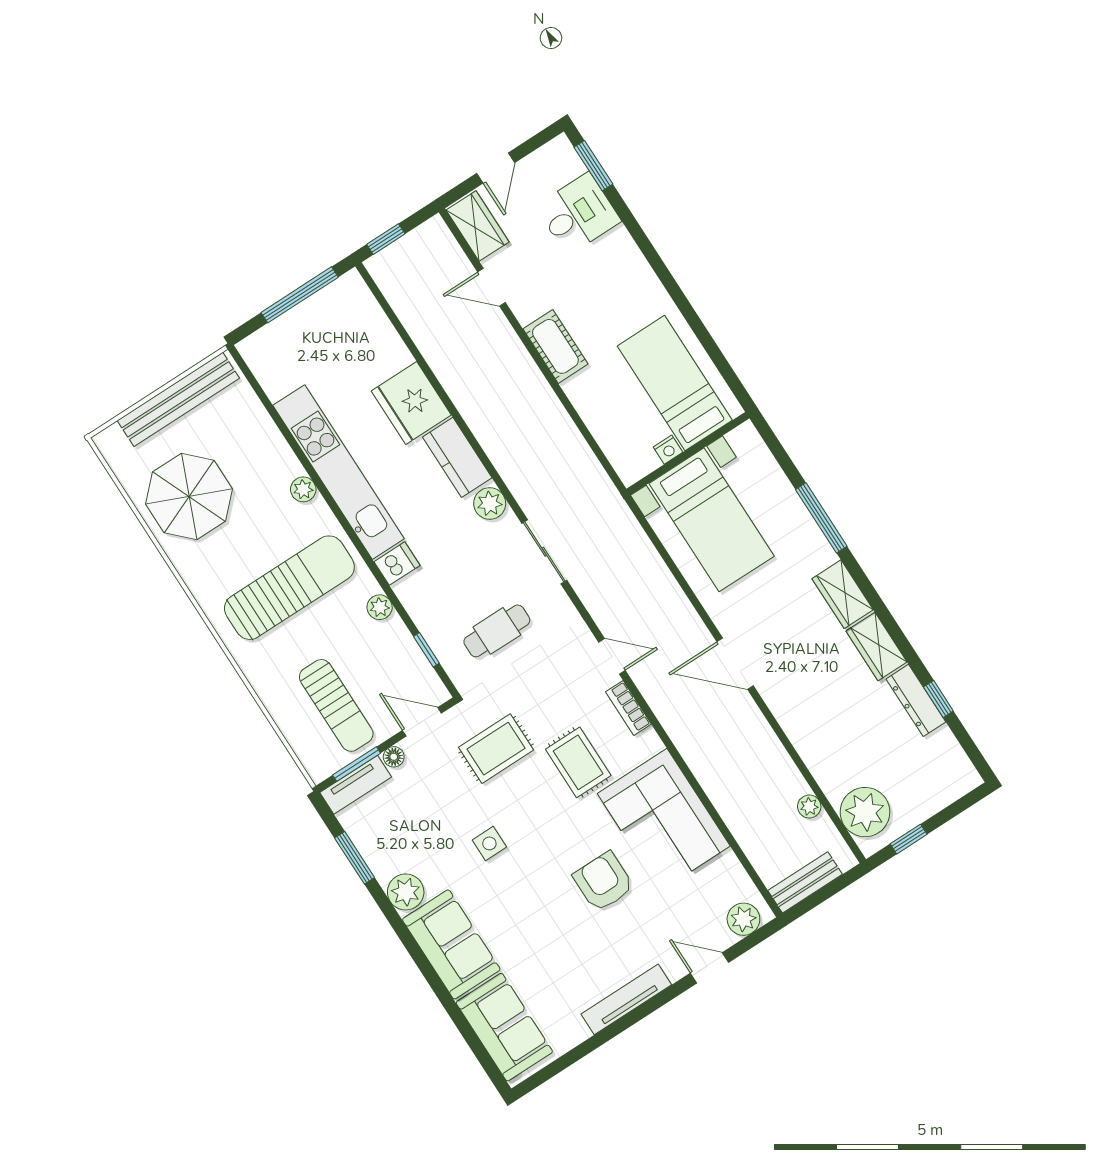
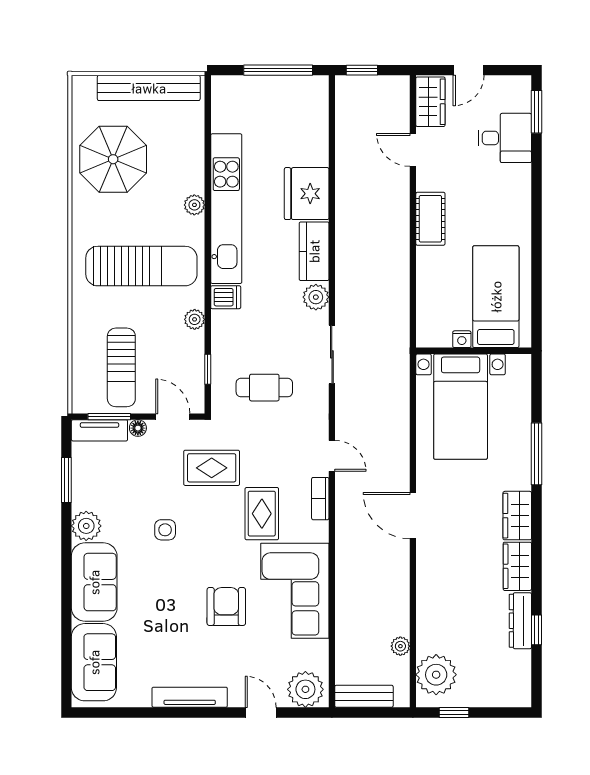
plant: (743, 919) -> (305, 689), width x1.36, depth x1.36

